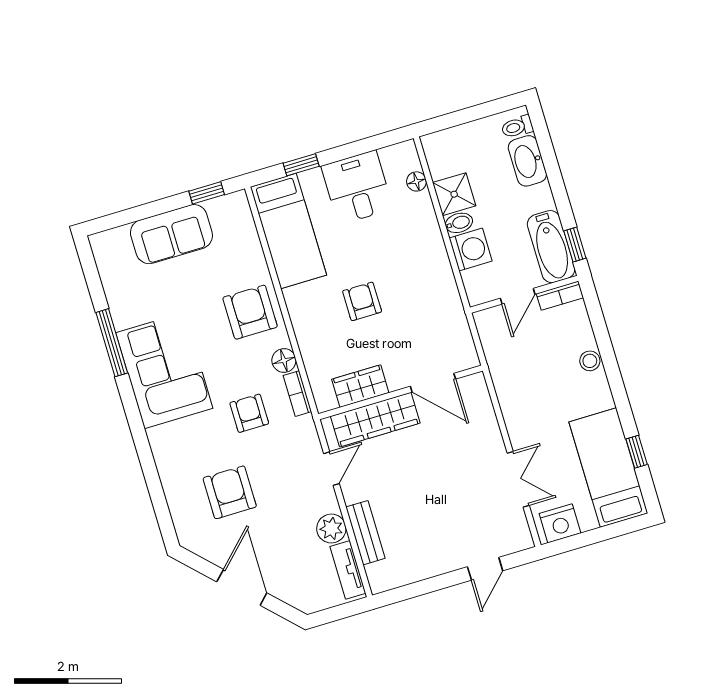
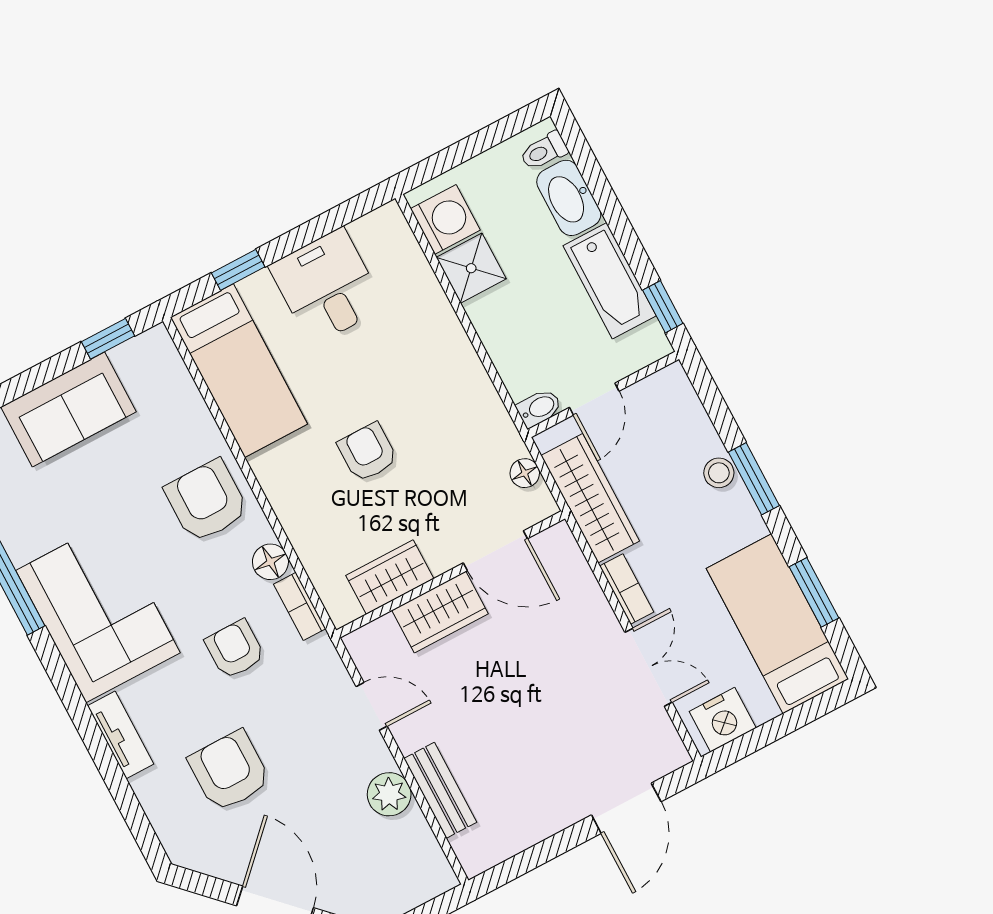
floor lamp: (416, 181) -> (525, 473), moved
bidet: (459, 223) -> (539, 408), moved
bathtub: (551, 247) -> (610, 281), moved
washing machine: (471, 250) -> (445, 219), moved
bookcase: (560, 296) -> (627, 589), moved, turned -90
wardrobe: (502, 361) -> (590, 498), added
window: (612, 369) -> (754, 479), added
wardrobe: (375, 420) -> (440, 612), width x0.67
window: (637, 452) -> (814, 592), width x1.50
door: (331, 469) -> (372, 706), hinge flipped
door: (485, 569) -> (626, 808), width x1.37
tv unit: (348, 570) -> (121, 735), moved, turned 180

